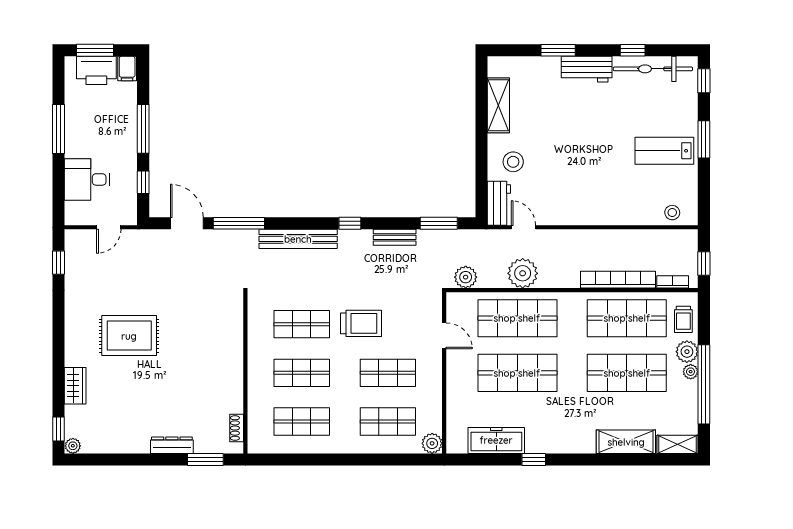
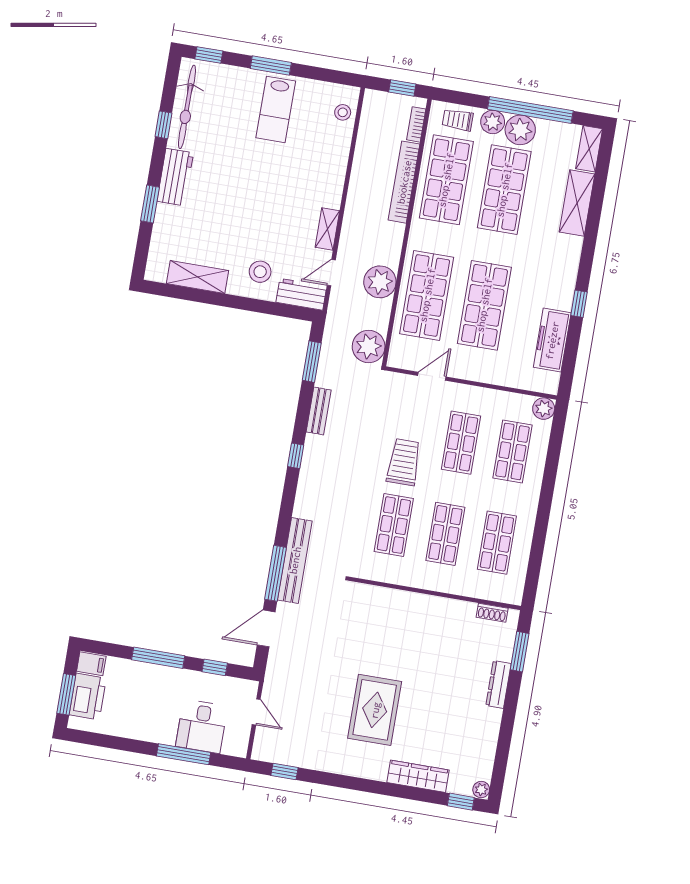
window: (59, 129) -> (184, 754), moved
shelving: (563, 217) -> (327, 229), added
bench: (298, 239) -> (295, 560), moved
plant: (466, 277) -> (369, 346), width x1.36, depth x1.36
trolley: (683, 319) -> (458, 120), turned 180
plant: (691, 372) -> (520, 130), width x1.87, depth x1.87
wardrobe: (75, 386) -> (418, 776), width x1.50

